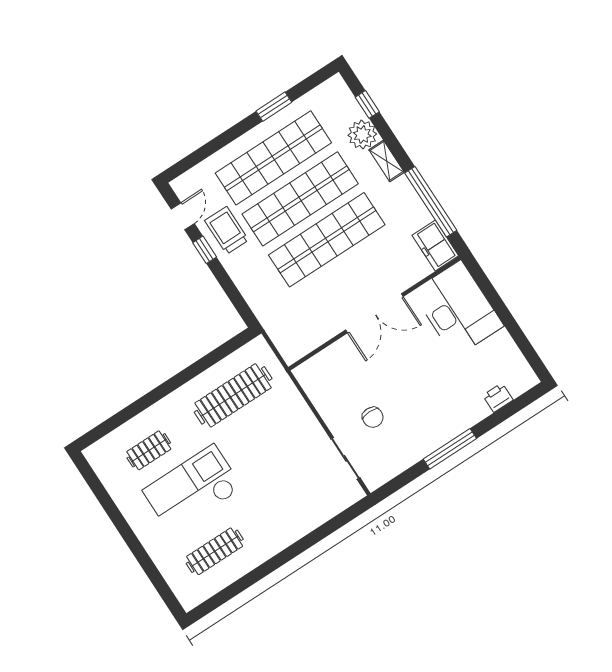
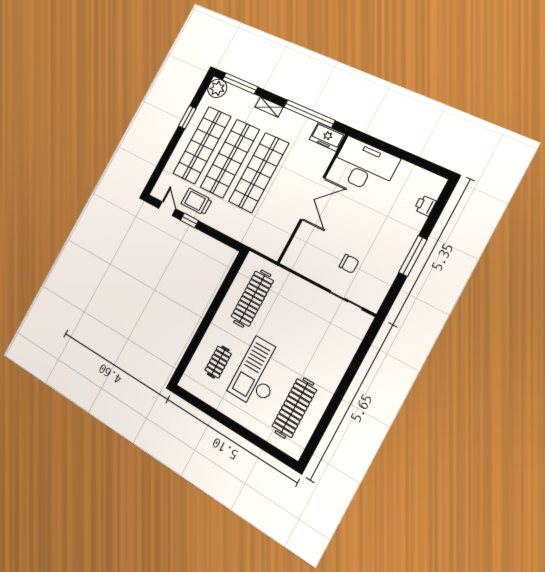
window: (367, 104) -> (240, 83), width x2.17
plant: (362, 135) -> (217, 88), moved
clothes rail: (215, 551) -> (294, 408), width x1.37, depth x1.31

